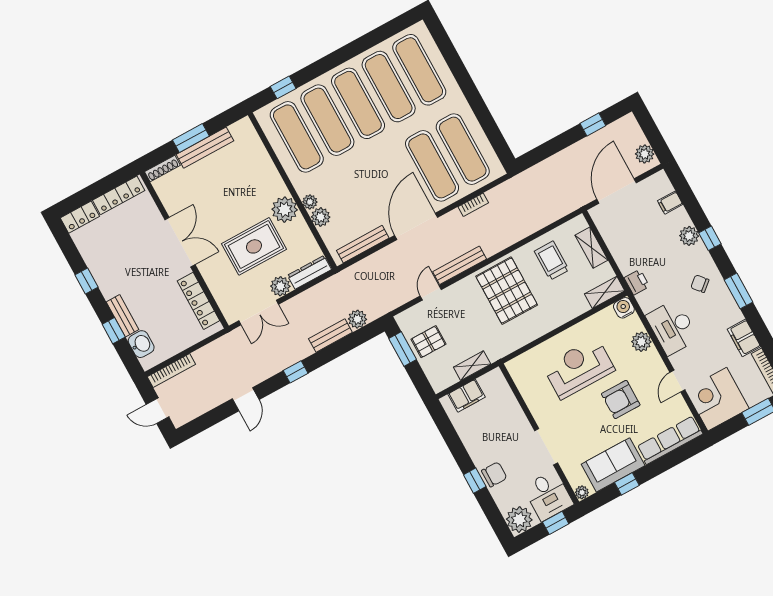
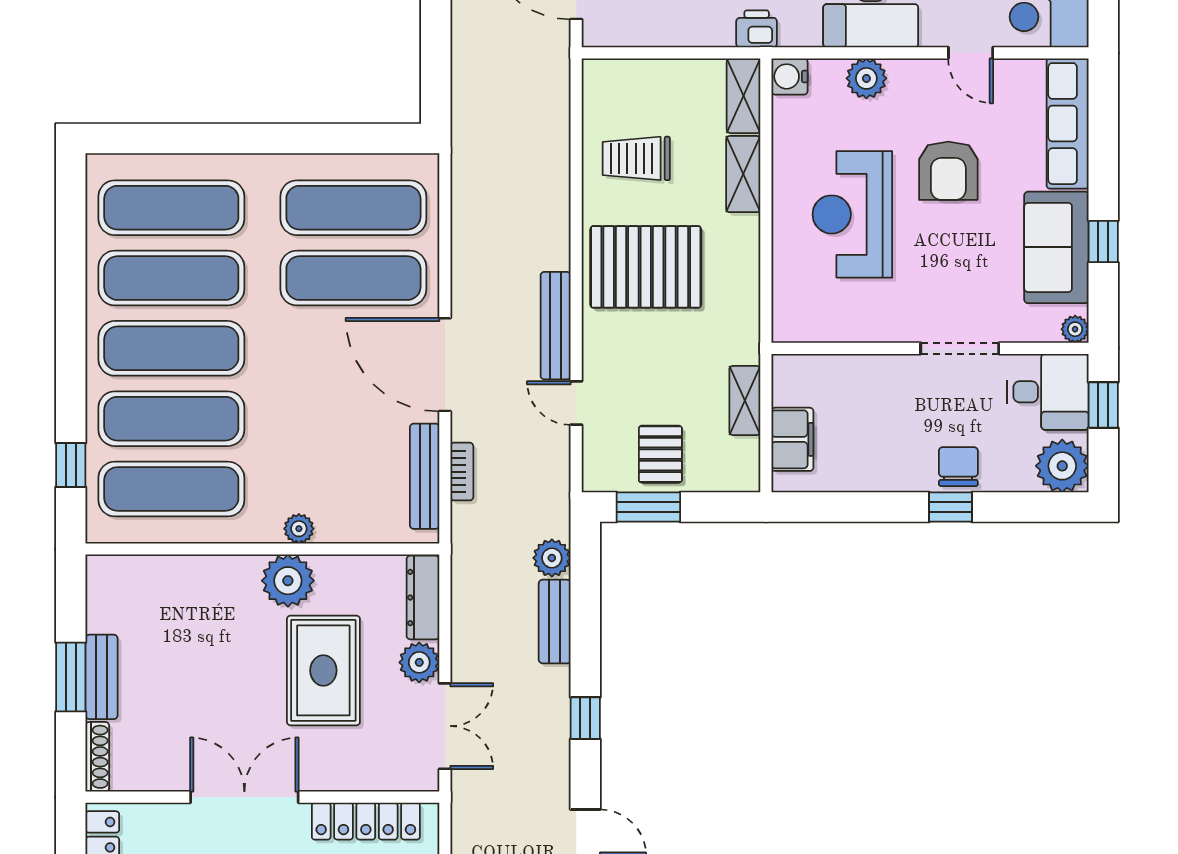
bench: (205, 148) -> (102, 677), width x0.73
bookcase: (473, 205) -> (462, 472), moved
plant: (321, 217) -> (336, 524), removed
shelving: (592, 248) -> (743, 174), moved, turned 90

